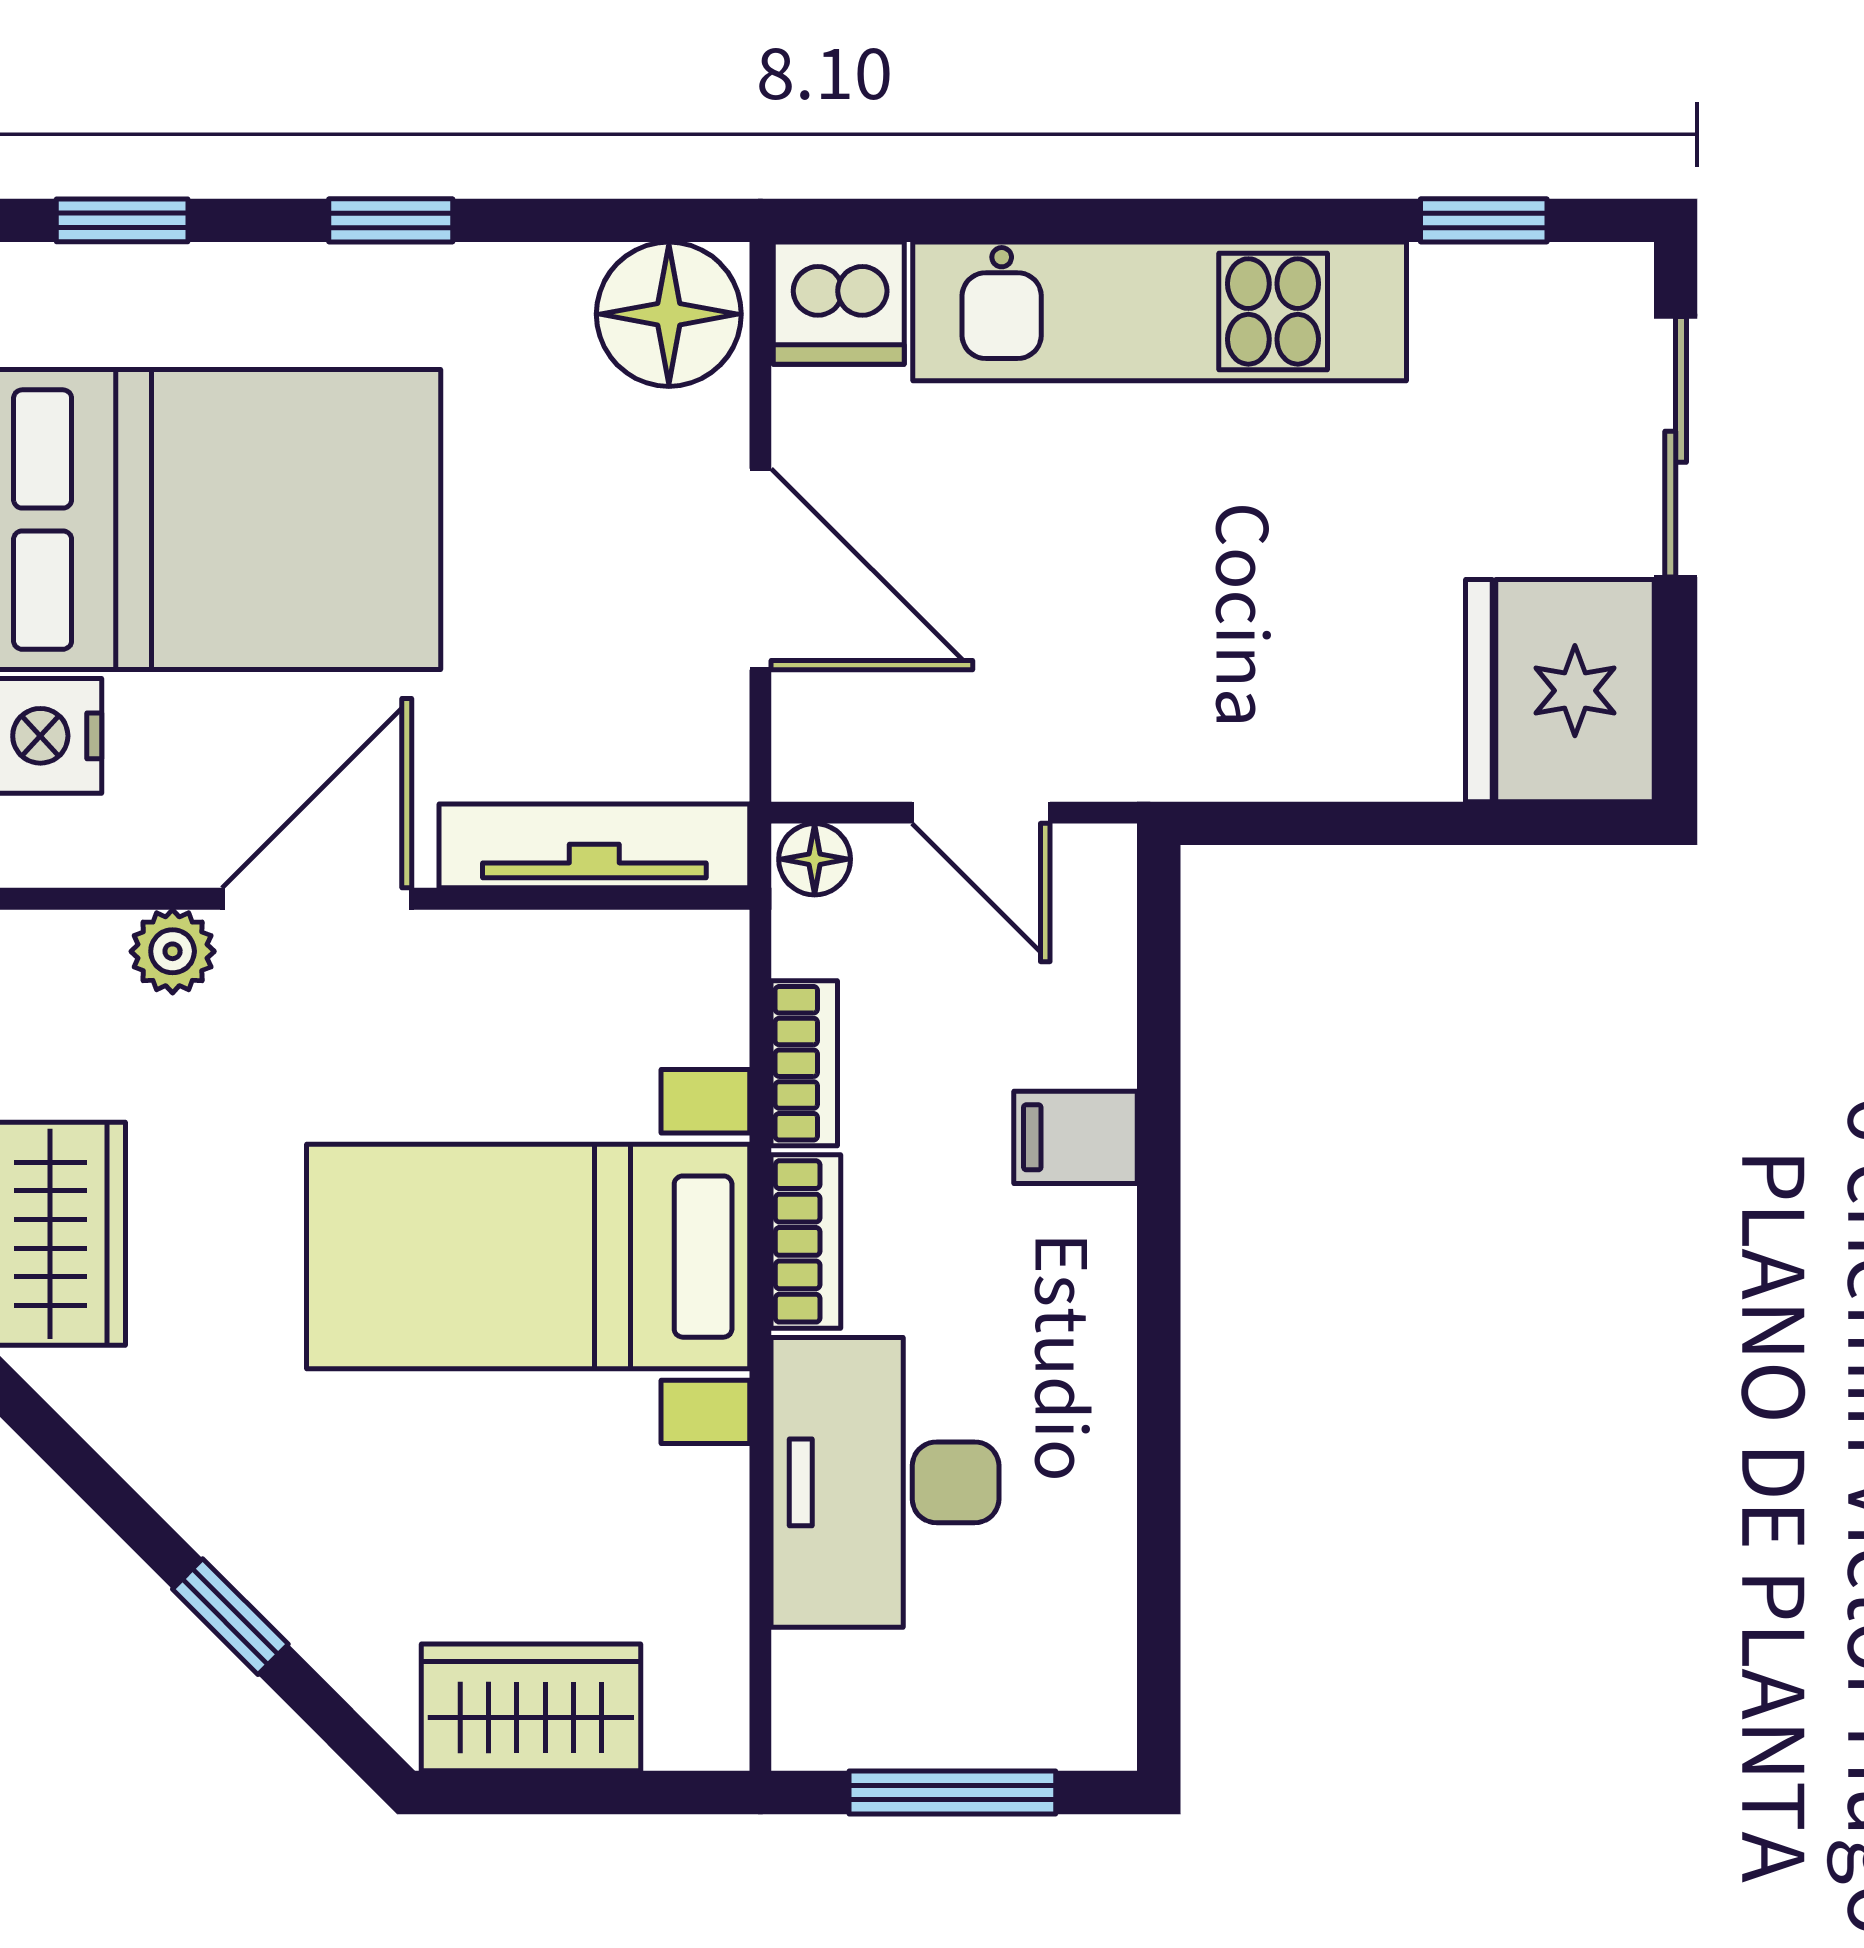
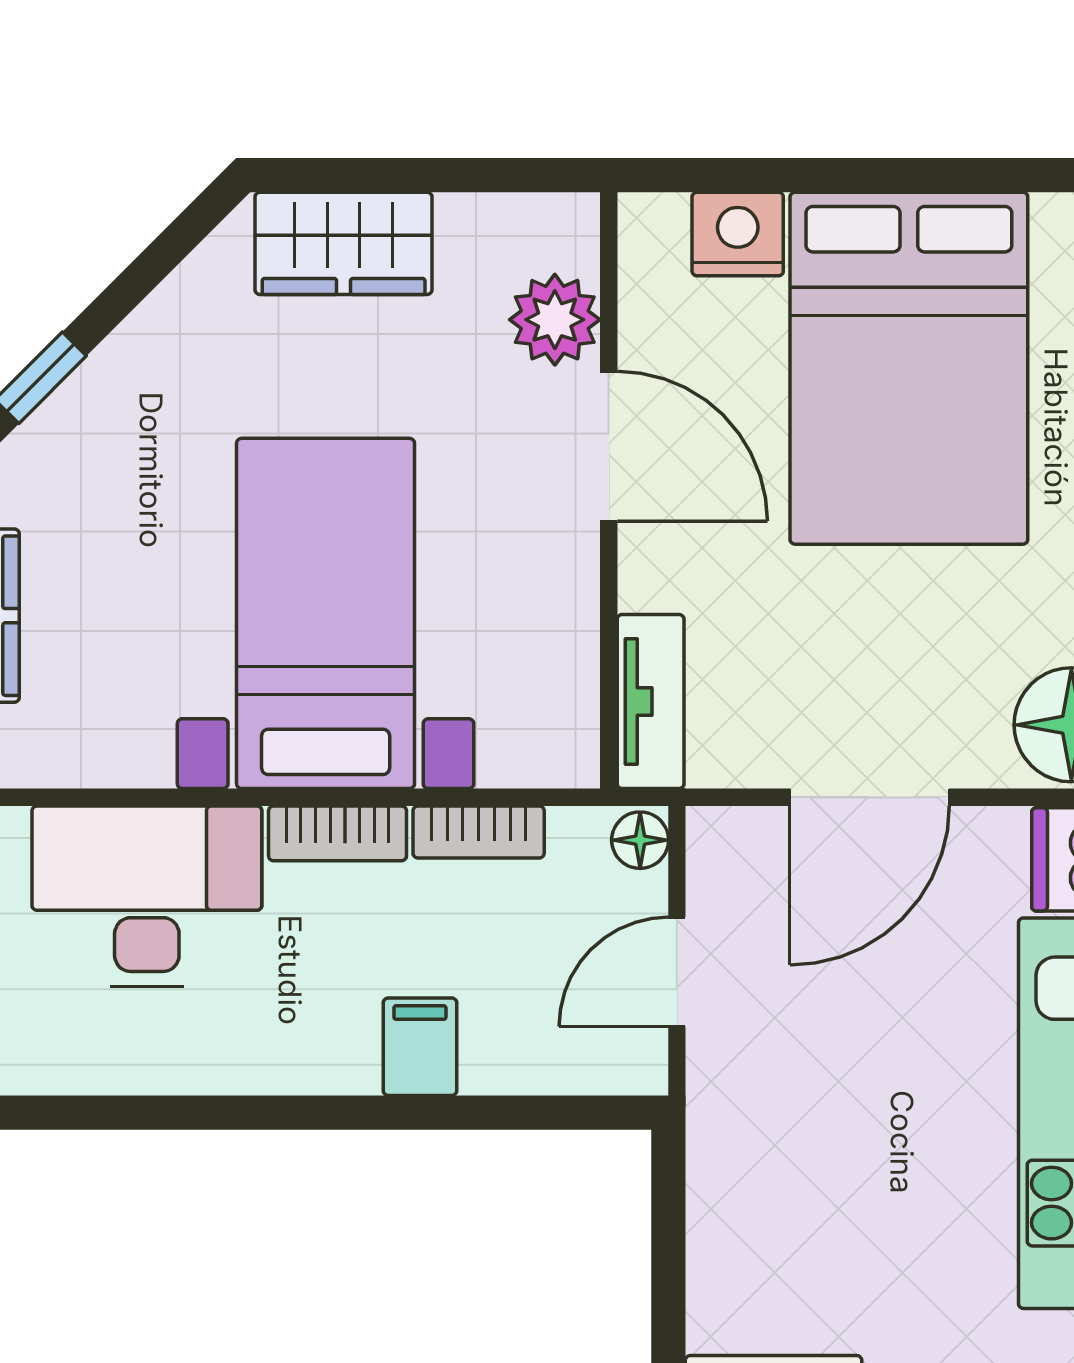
tv unit: (594, 846) -> (651, 702), width x0.71
plant: (173, 951) -> (555, 320), width x1.38, depth x1.38

